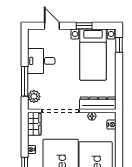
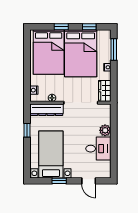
window: (119, 45) -> (27, 130), moved
window: (25, 81) -> (114, 130), removed
plant: (34, 96) -> (105, 130), moved

